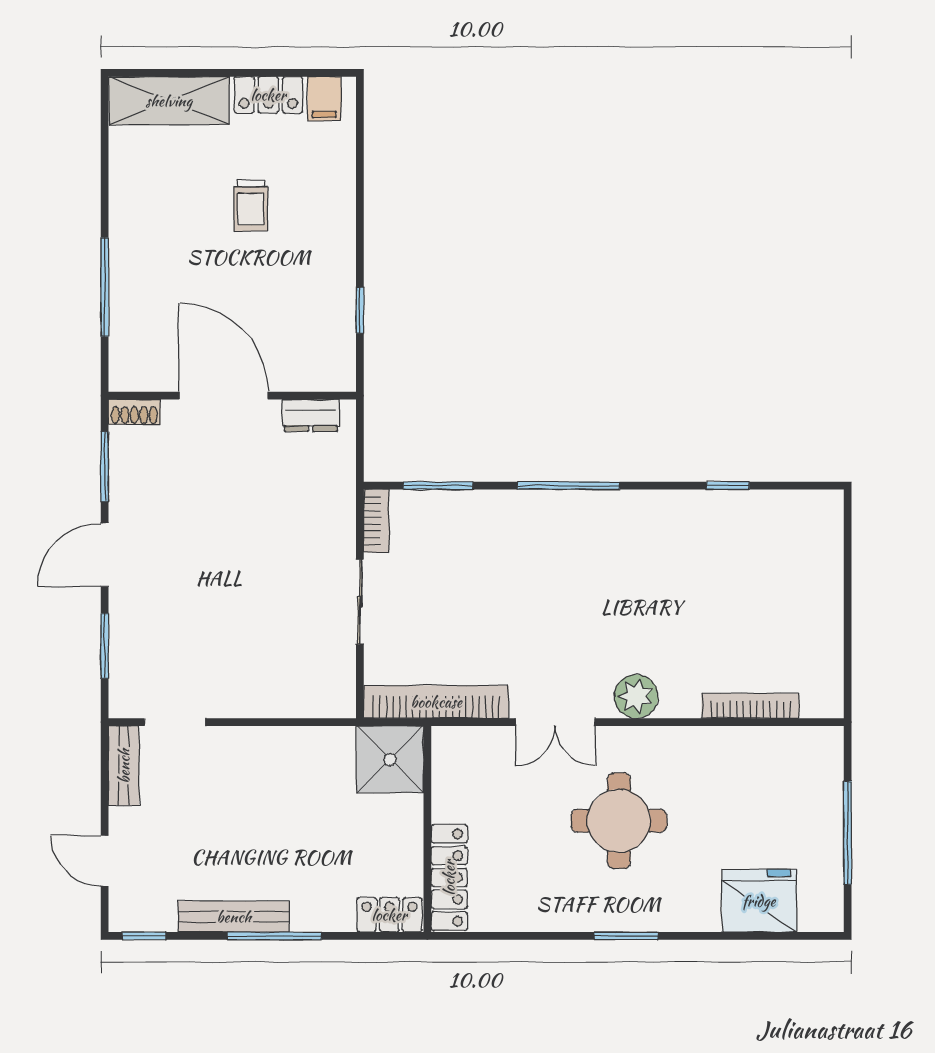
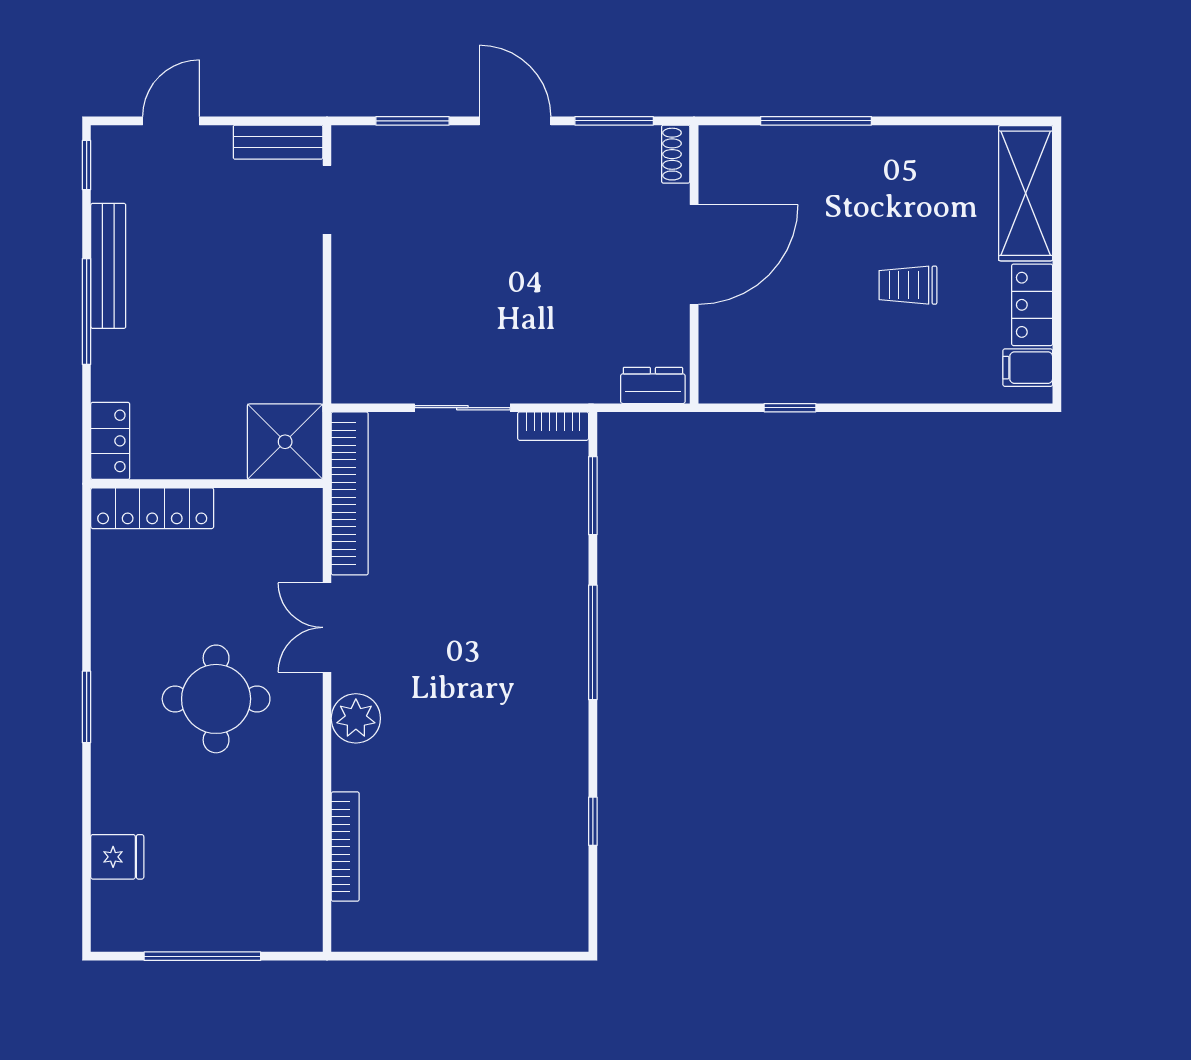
dresser: (311, 415) -> (653, 385), moved, turned 90
fridge: (759, 901) -> (117, 857), width x0.53, depth x0.75

